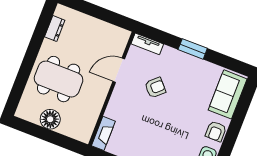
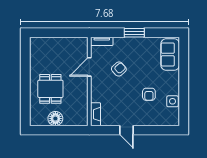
dresser: (55, 29) -> (34, 55), removed
dining table: (59, 79) -> (50, 89), width x0.73
armchair: (216, 131) -> (149, 94), moved

